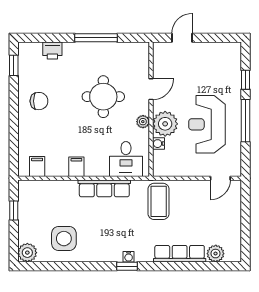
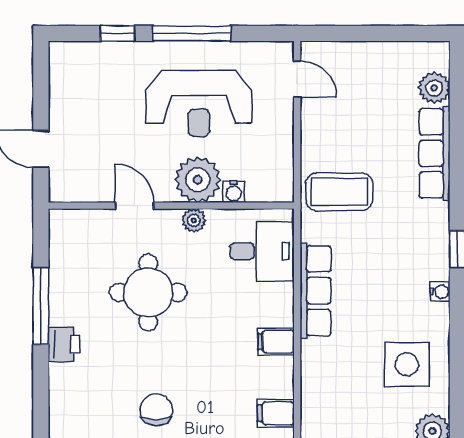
printer: (52, 50) -> (64, 344), moved
water cooler: (129, 257) -> (440, 292), moved

